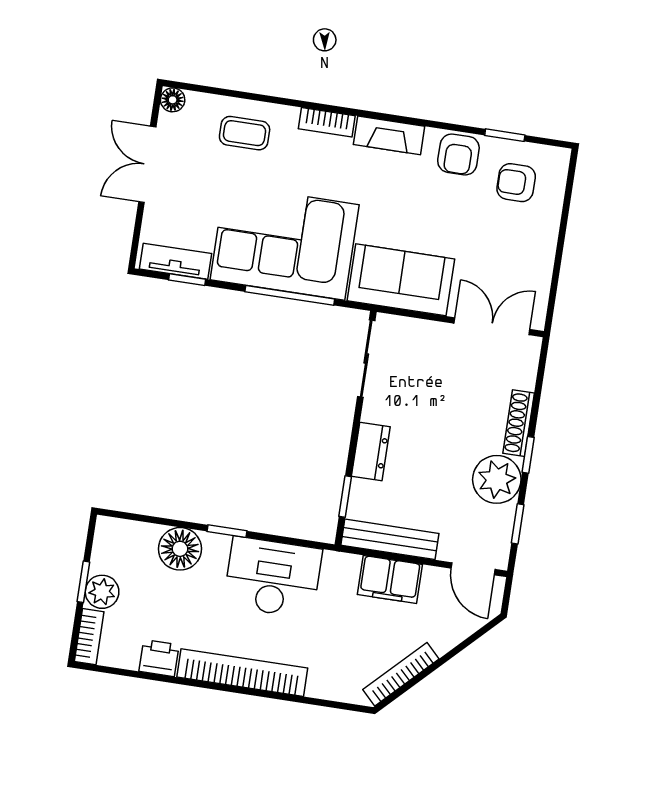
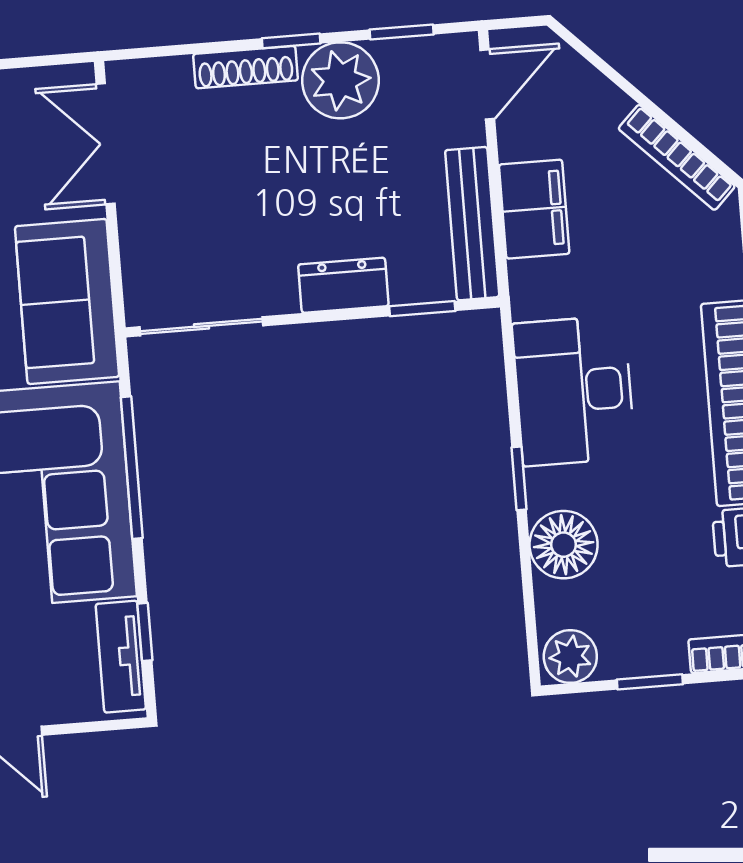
plant: (102, 592) -> (570, 656), moved

